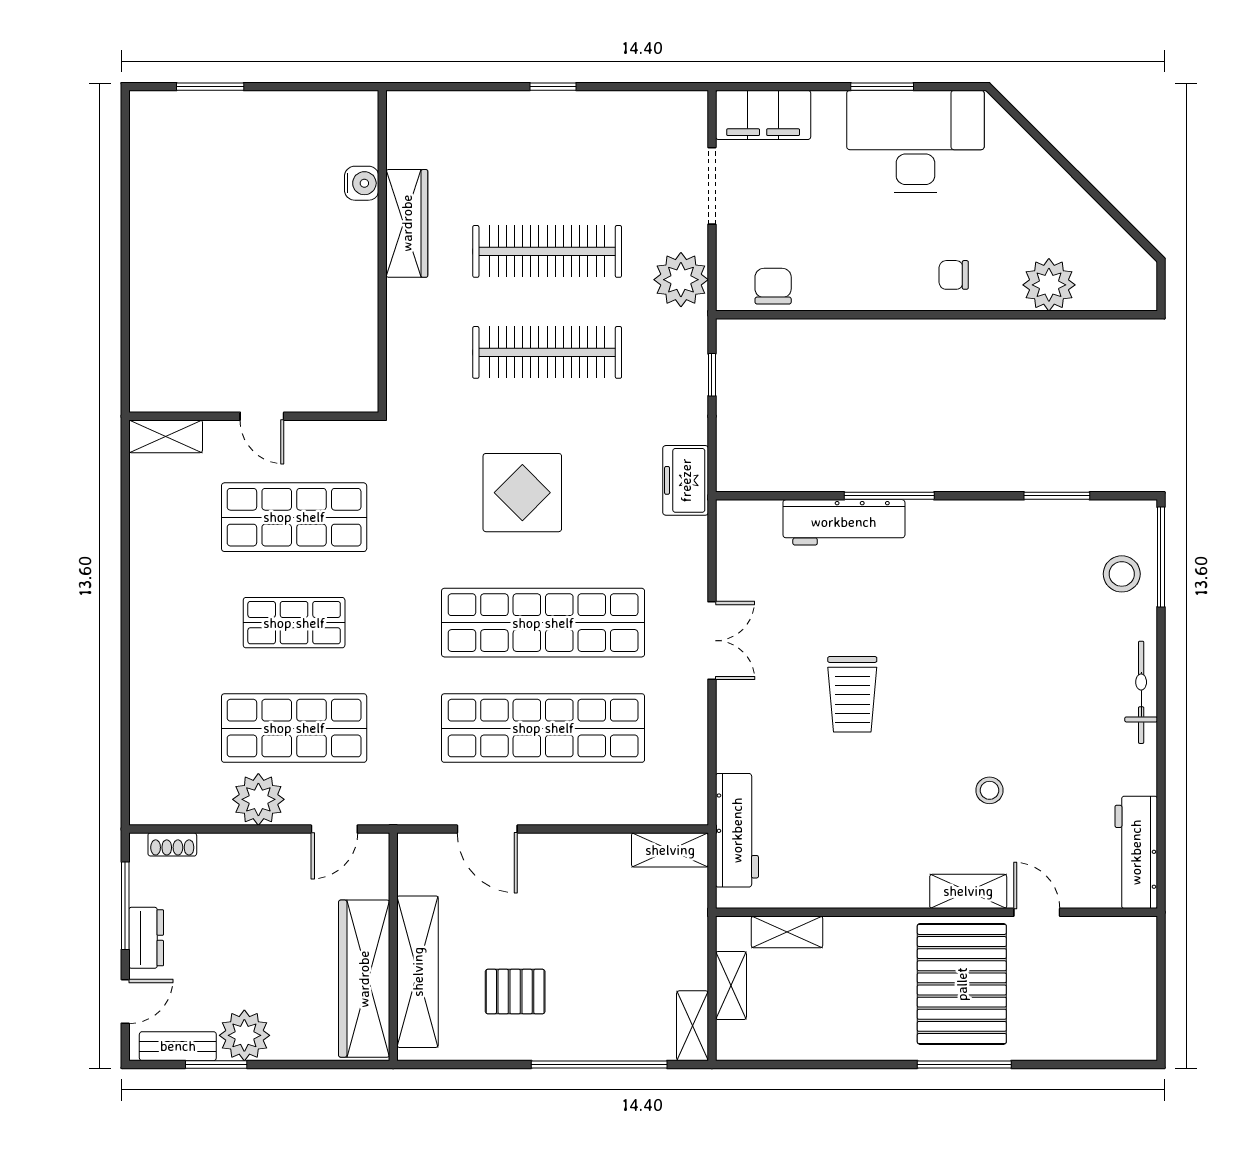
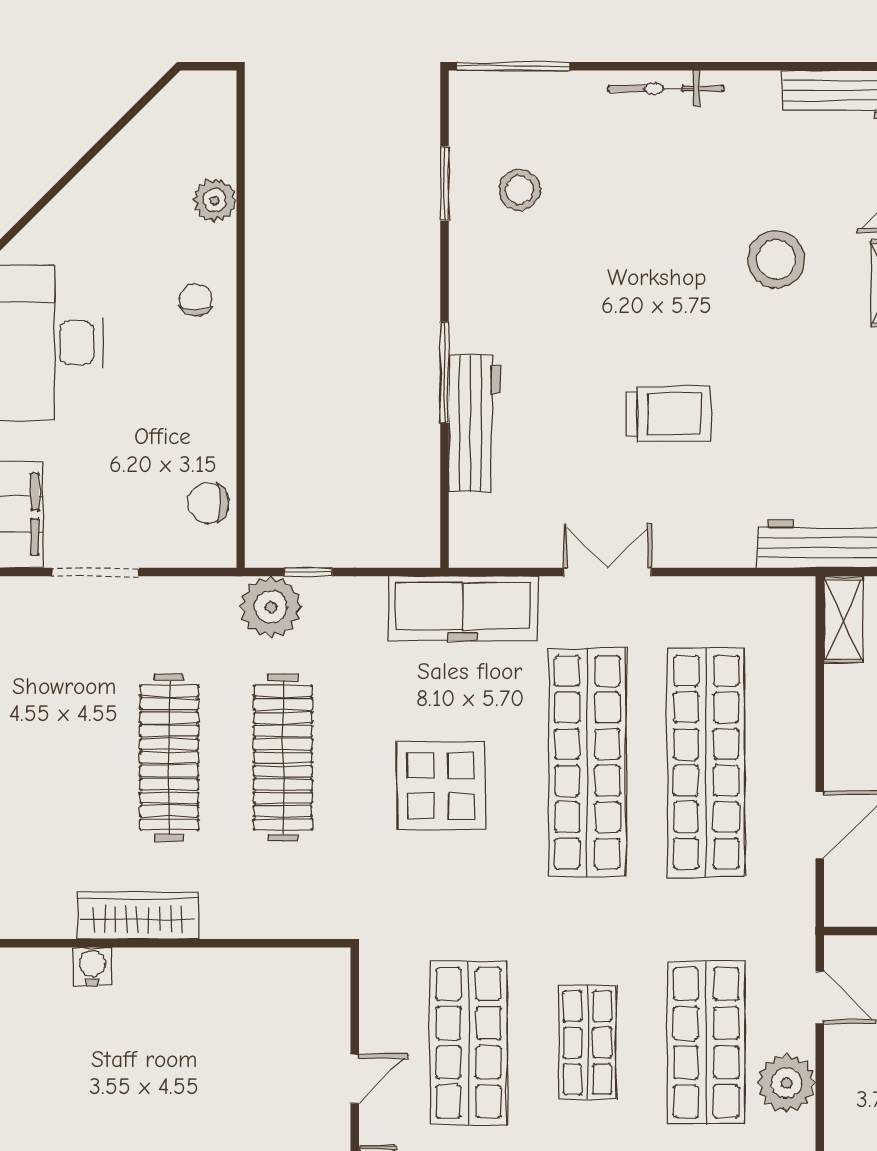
chair: (954, 275) -> (196, 300), turned 180
plant: (681, 280) -> (271, 607), moved
plant: (1049, 285) -> (215, 200), width x0.73, depth x0.73
freezer: (686, 480) -> (463, 608), width x1.91, depth x1.26
stool: (1122, 574) -> (520, 190), moved
stool: (989, 790) -> (776, 259), width x1.89, depth x1.89

